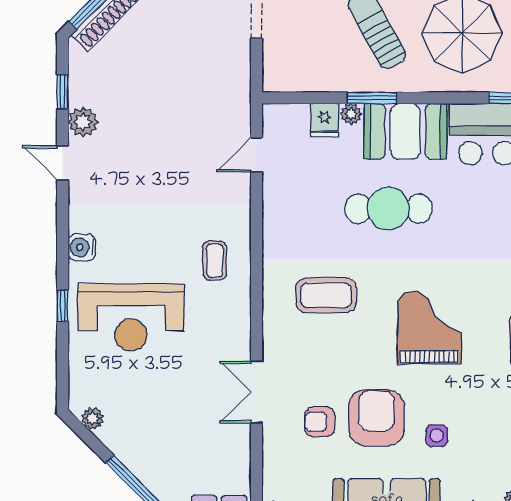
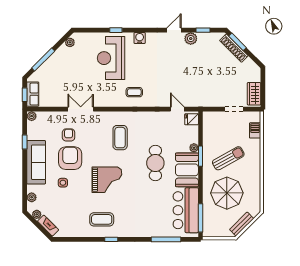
fridge: (325, 120) -> (192, 119), moved
armchair: (376, 418) -> (70, 158), turned -90

